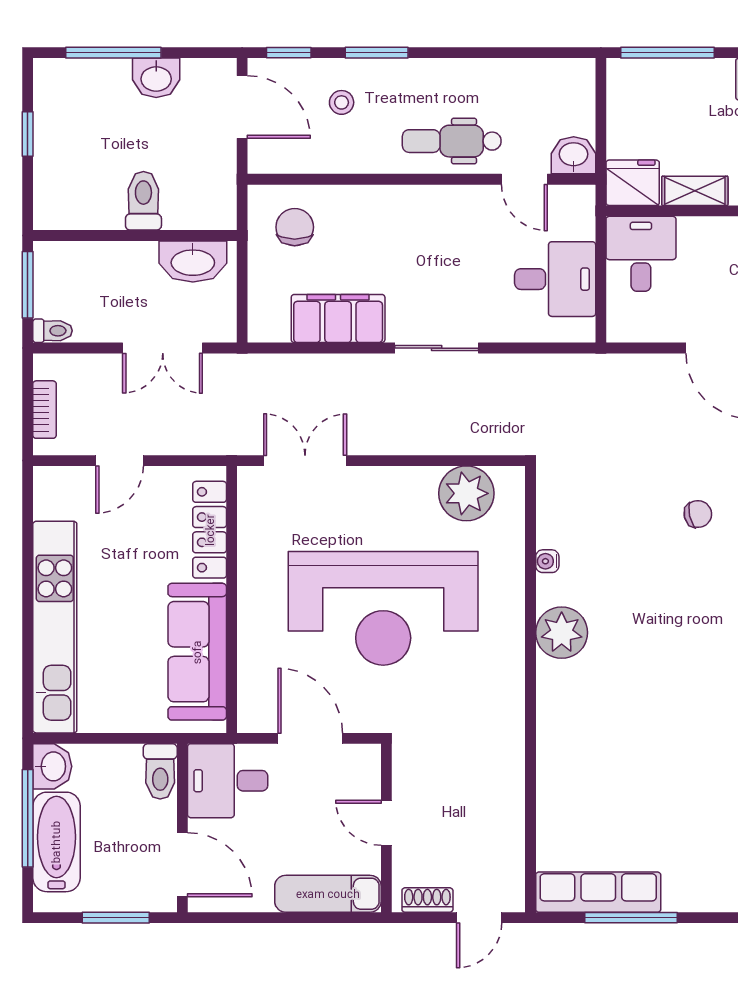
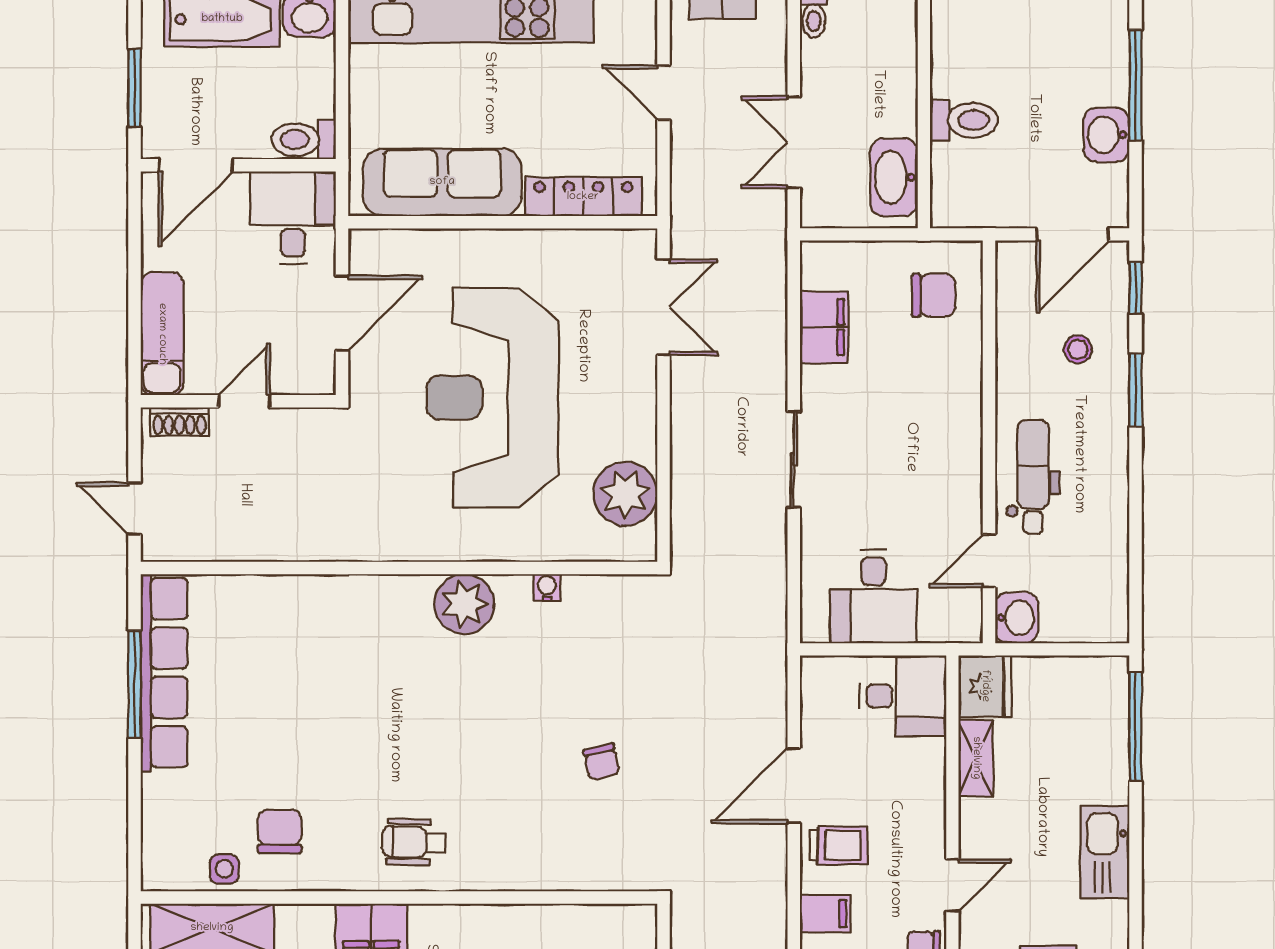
filing cabinet: (338, 319) -> (824, 327), width x0.67, depth x0.86
row of seats: (598, 892) -> (164, 673), width x1.36
shoe rack: (427, 900) -> (179, 422), moved, turned 90

